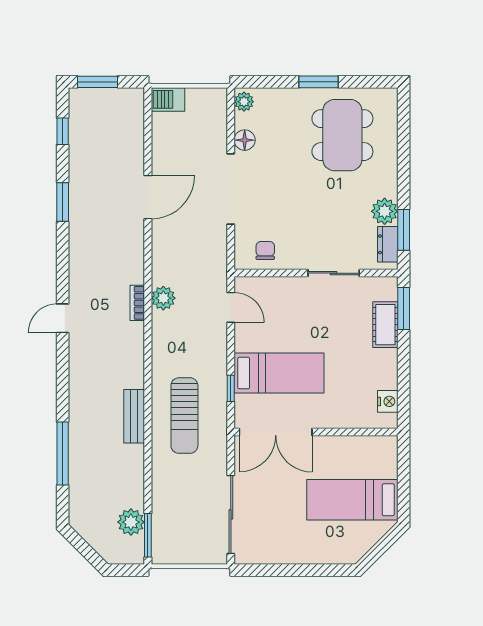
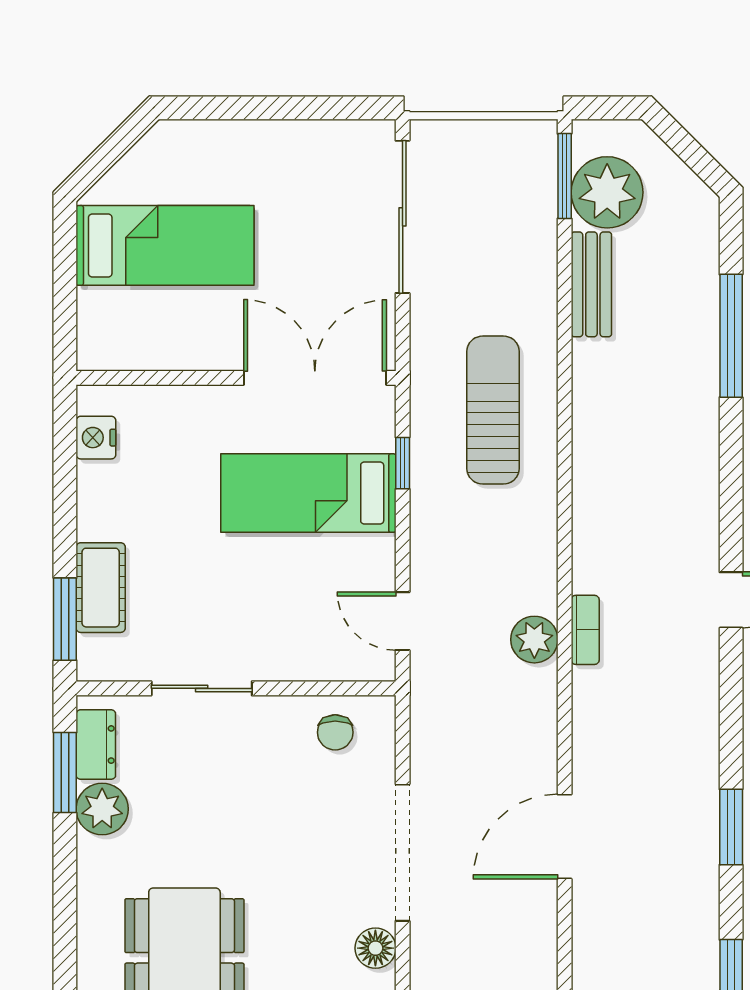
bench: (134, 416) -> (591, 284), moved
plant: (131, 522) -> (607, 192), width x1.36, depth x1.36

